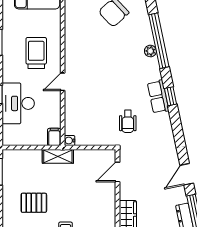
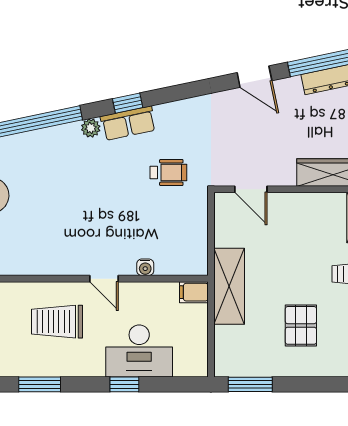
plant: (150, 51) -> (91, 128), moved
water cooler: (70, 141) -> (145, 267), moved
shelving: (58, 156) -> (229, 286), width x1.50, depth x1.33

